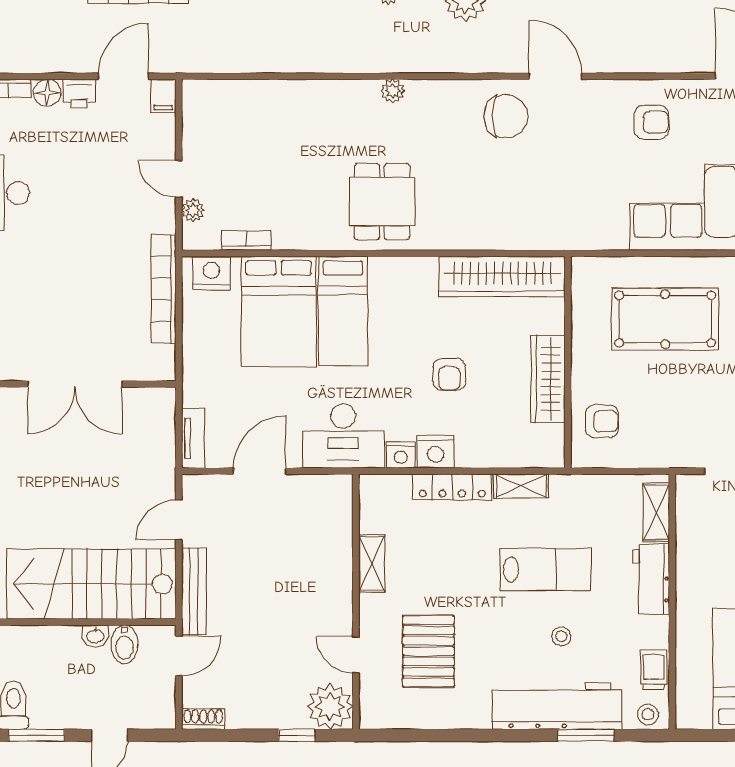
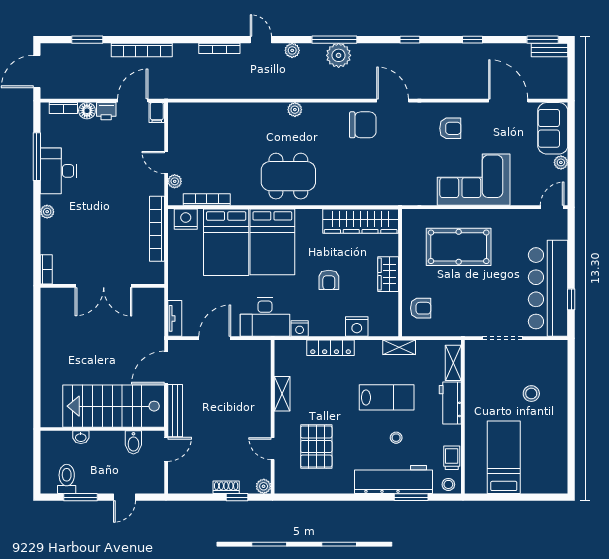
dining table: (382, 202) -> (288, 176), width x1.38
bookcase: (246, 240) -> (207, 200), width x1.56
bed: (343, 311) -> (272, 242), width x1.50
wardrobe: (548, 379) -> (388, 274), width x0.67
nightstand: (436, 452) -> (357, 327), moved
shelving: (521, 486) -> (399, 347), moved
door: (179, 520) -> (166, 368), width x1.38
washbasin: (95, 636) -> (81, 437), moved
plant: (330, 707) -> (264, 486), width x0.53, depth x0.53
shoe rack: (203, 719) -> (226, 487), moved

